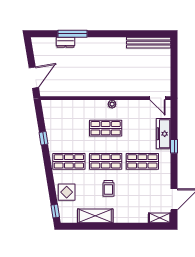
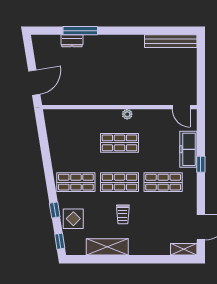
window: (44, 138) -> (55, 210), moved

